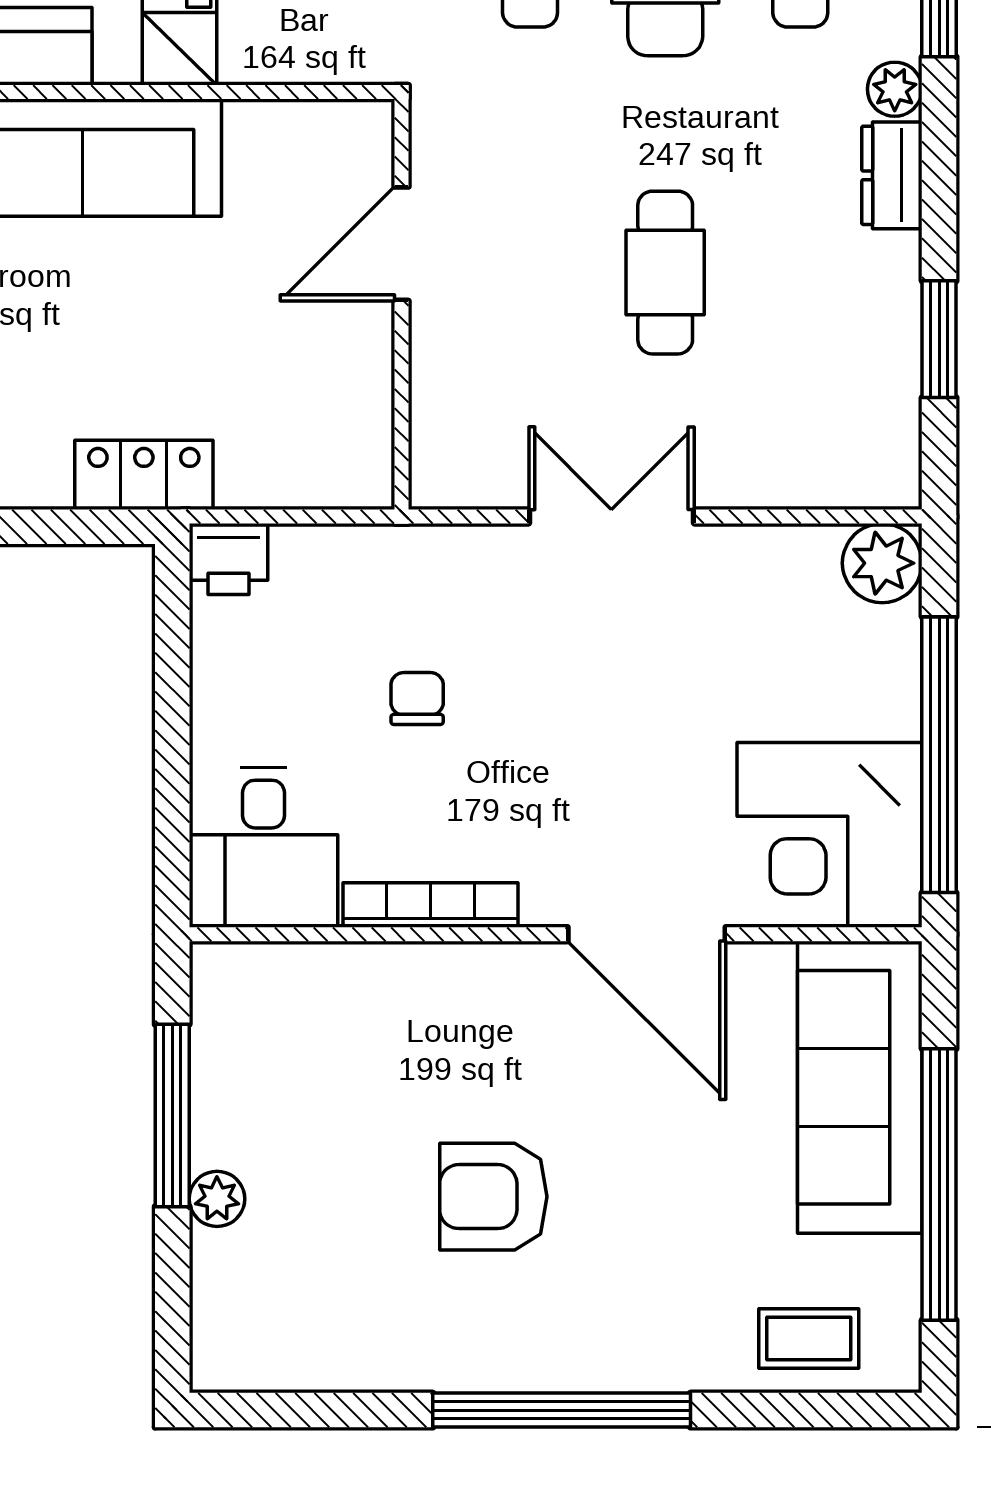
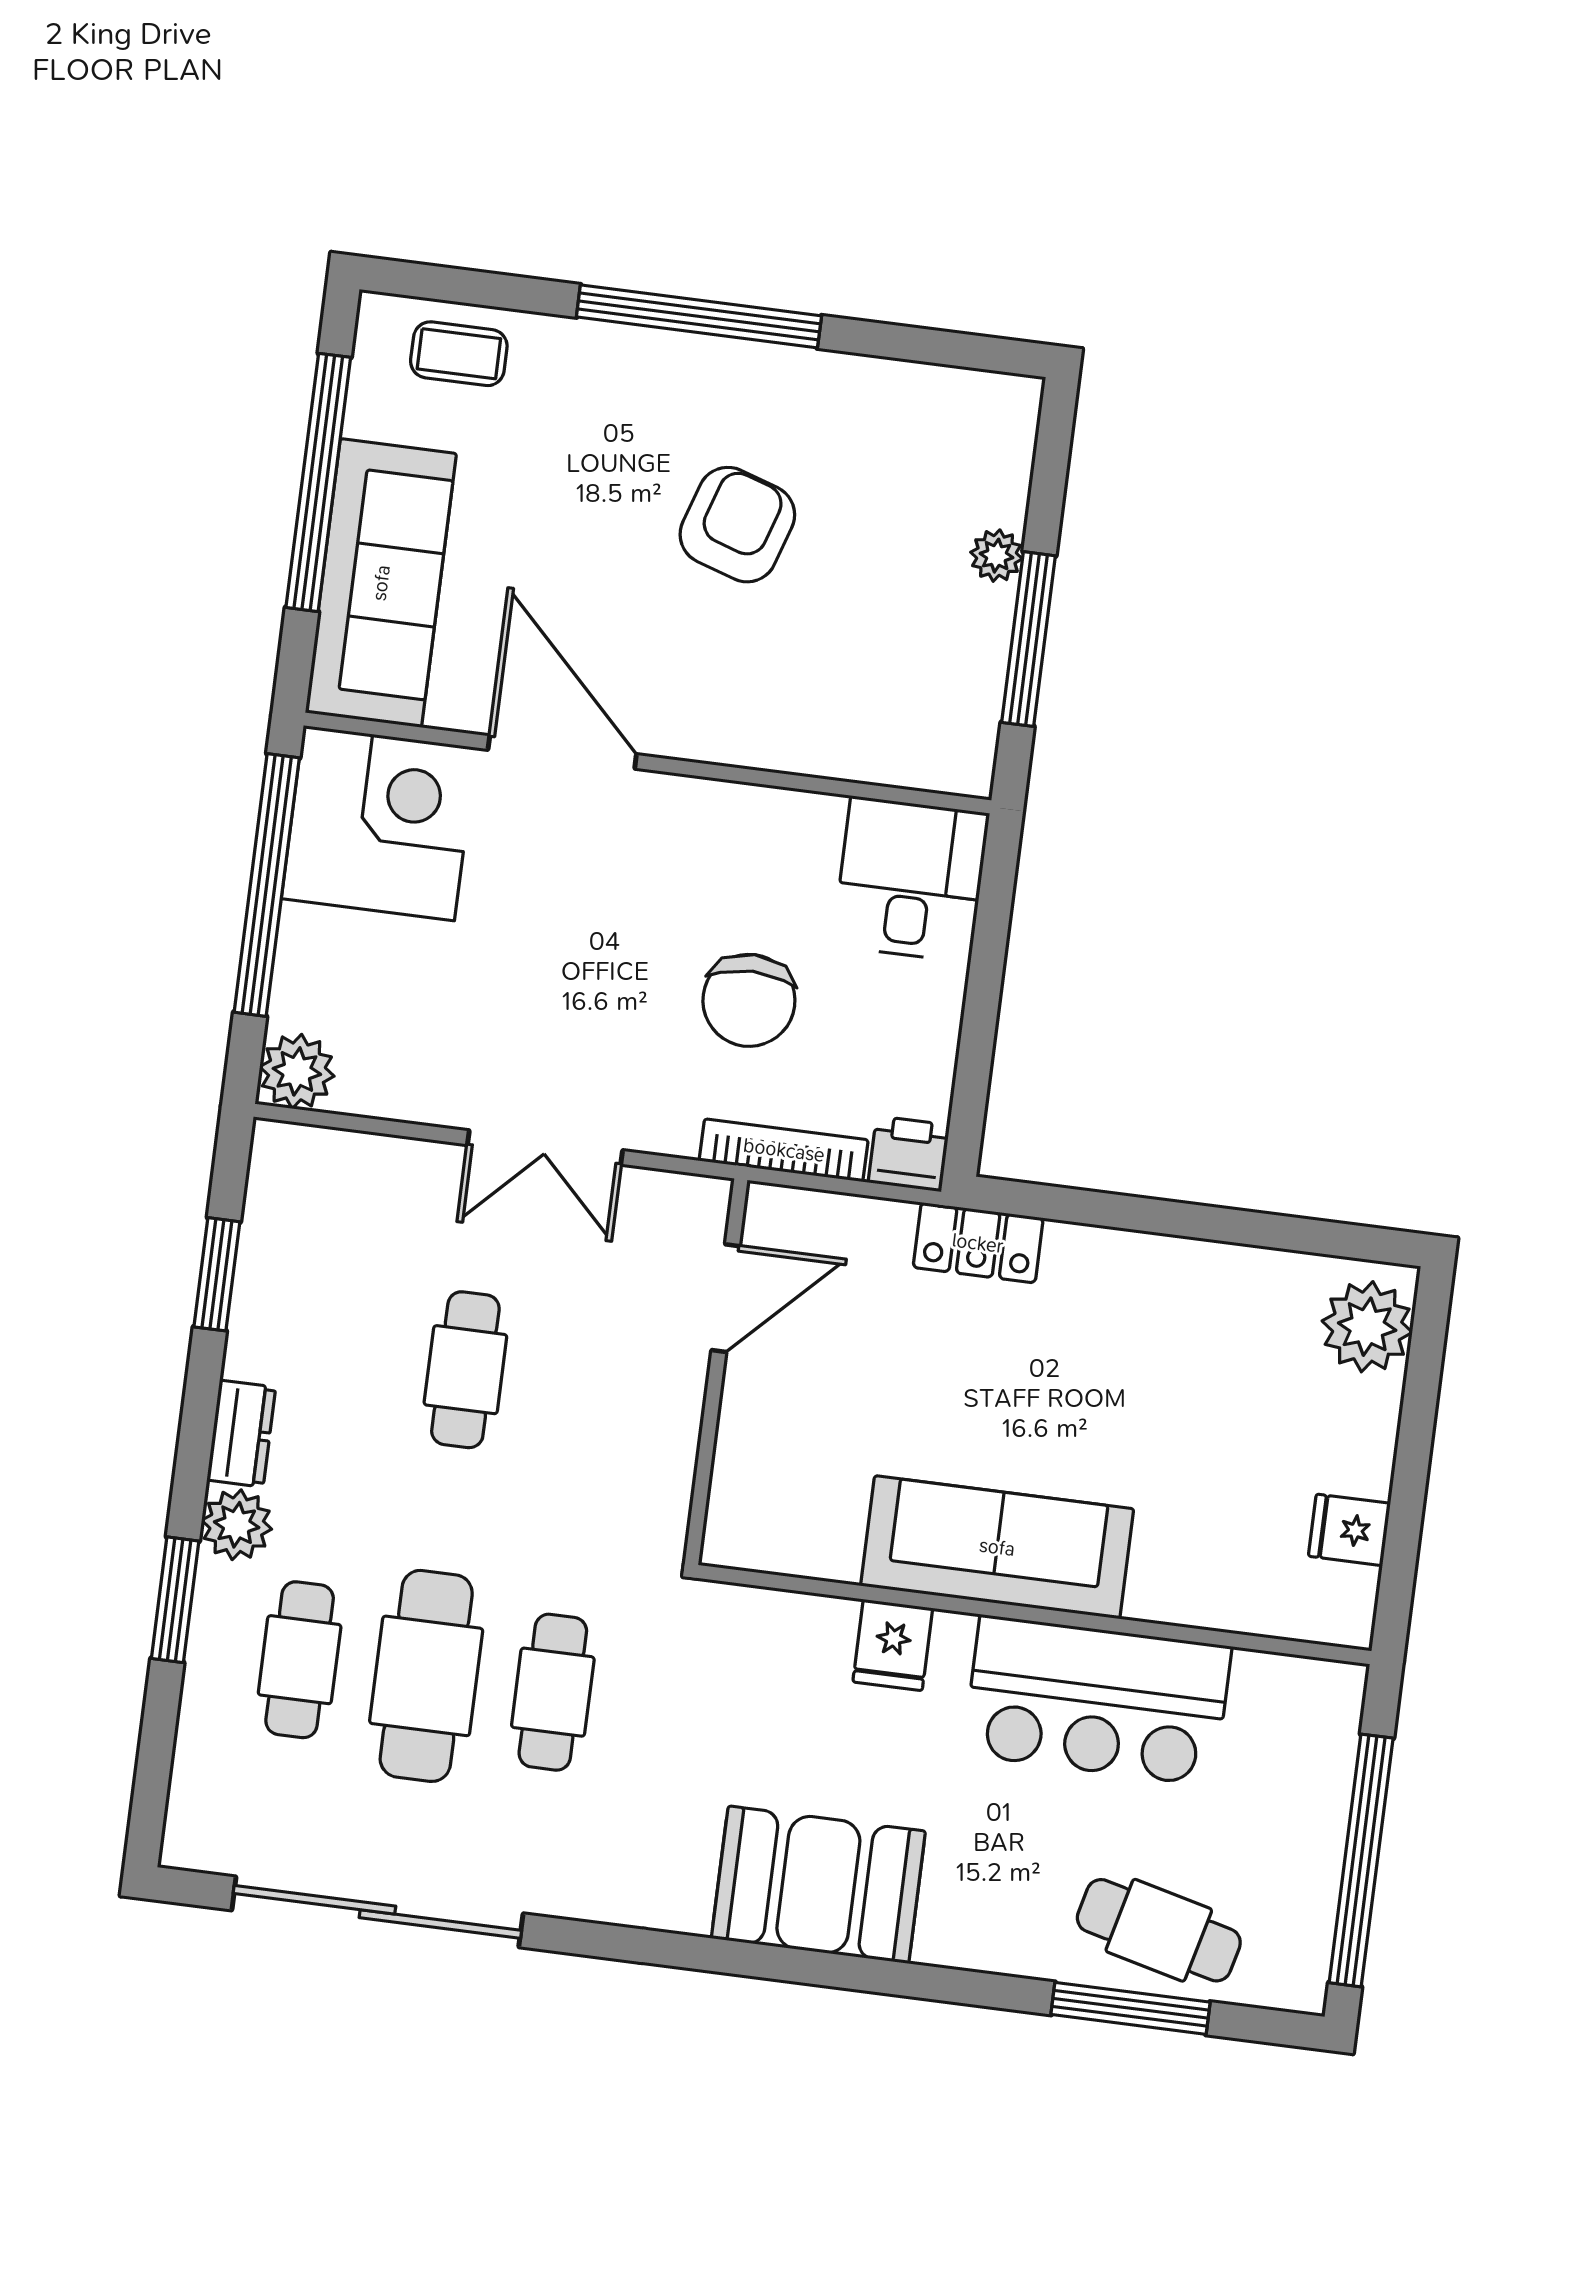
plant: (895, 89) -> (237, 1525), width x1.38, depth x1.38
door: (402, 244) -> (726, 1298), moved
chair: (417, 699) -> (749, 1000), width x1.87, depth x1.87
bookcase: (431, 905) -> (784, 1150), moved, turned 180
armchair: (493, 1197) -> (737, 525), turned -72

